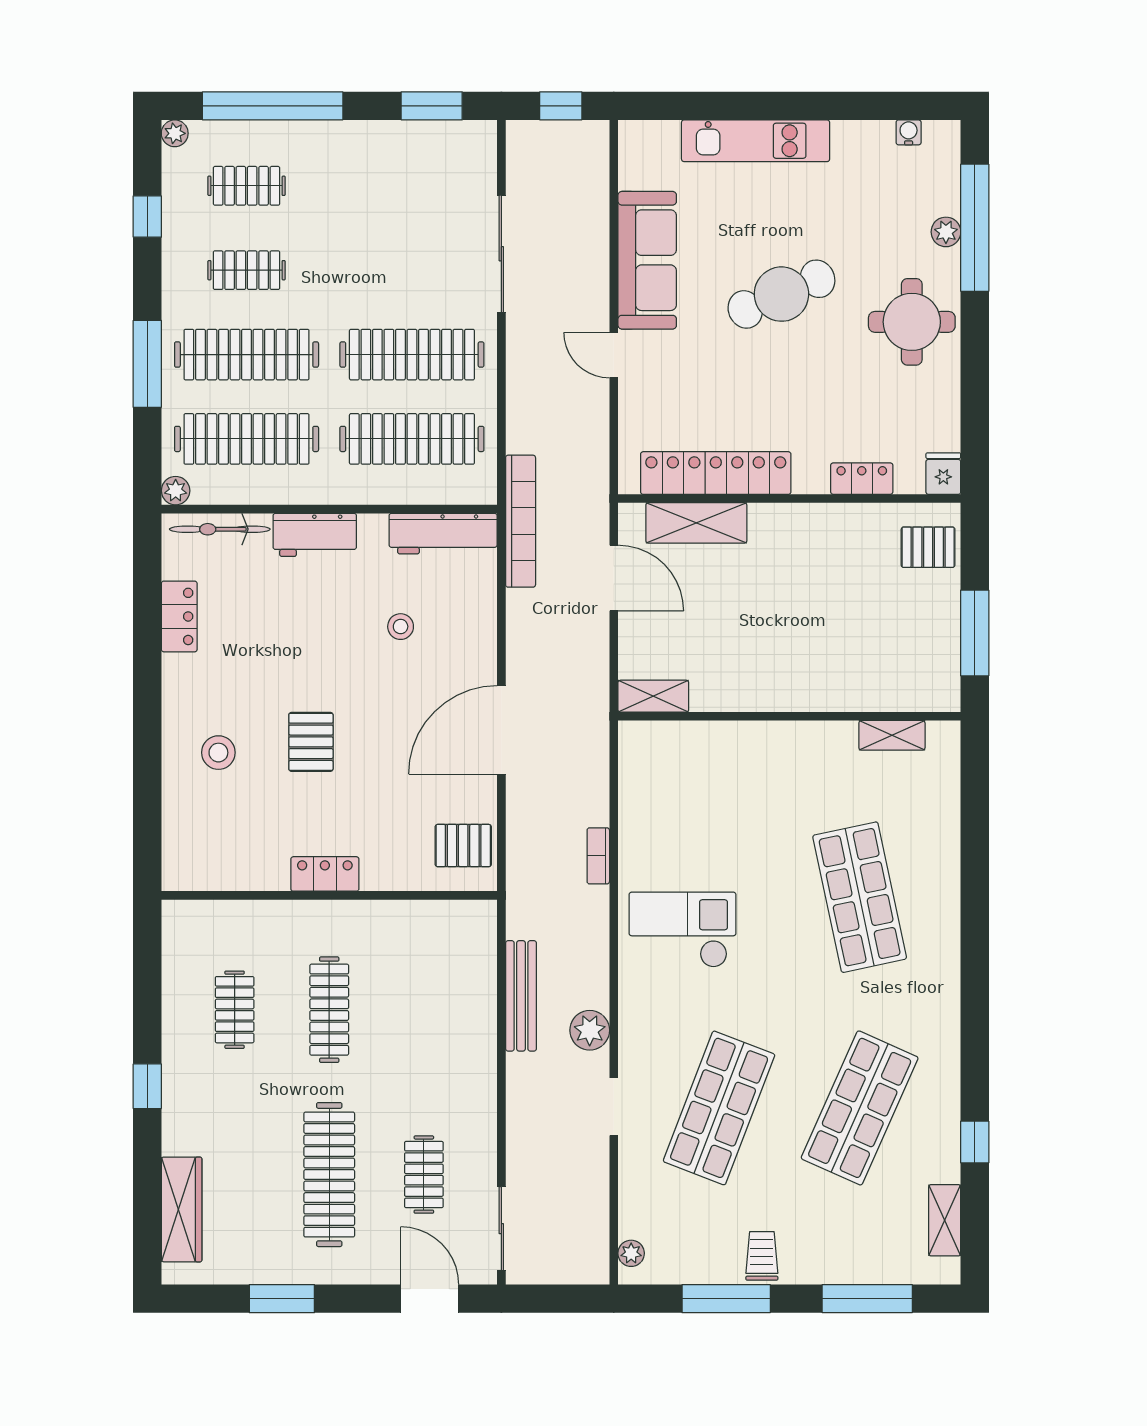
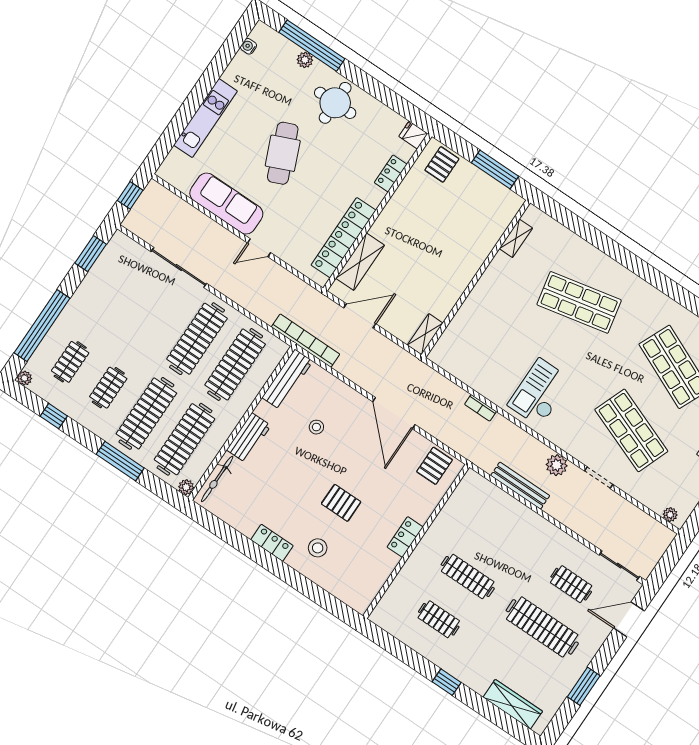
locker: (179, 616) -> (272, 543), moved

